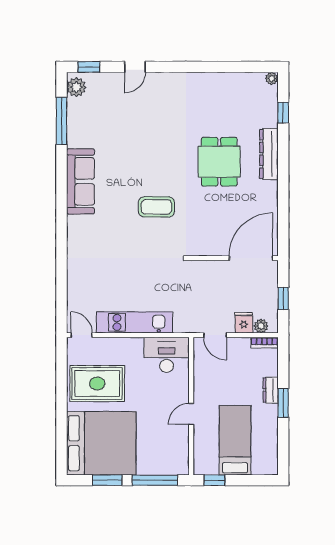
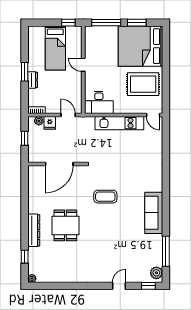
door: (251, 258) -> (59, 164), moved
door: (191, 414) -> (83, 65), swing flipped

